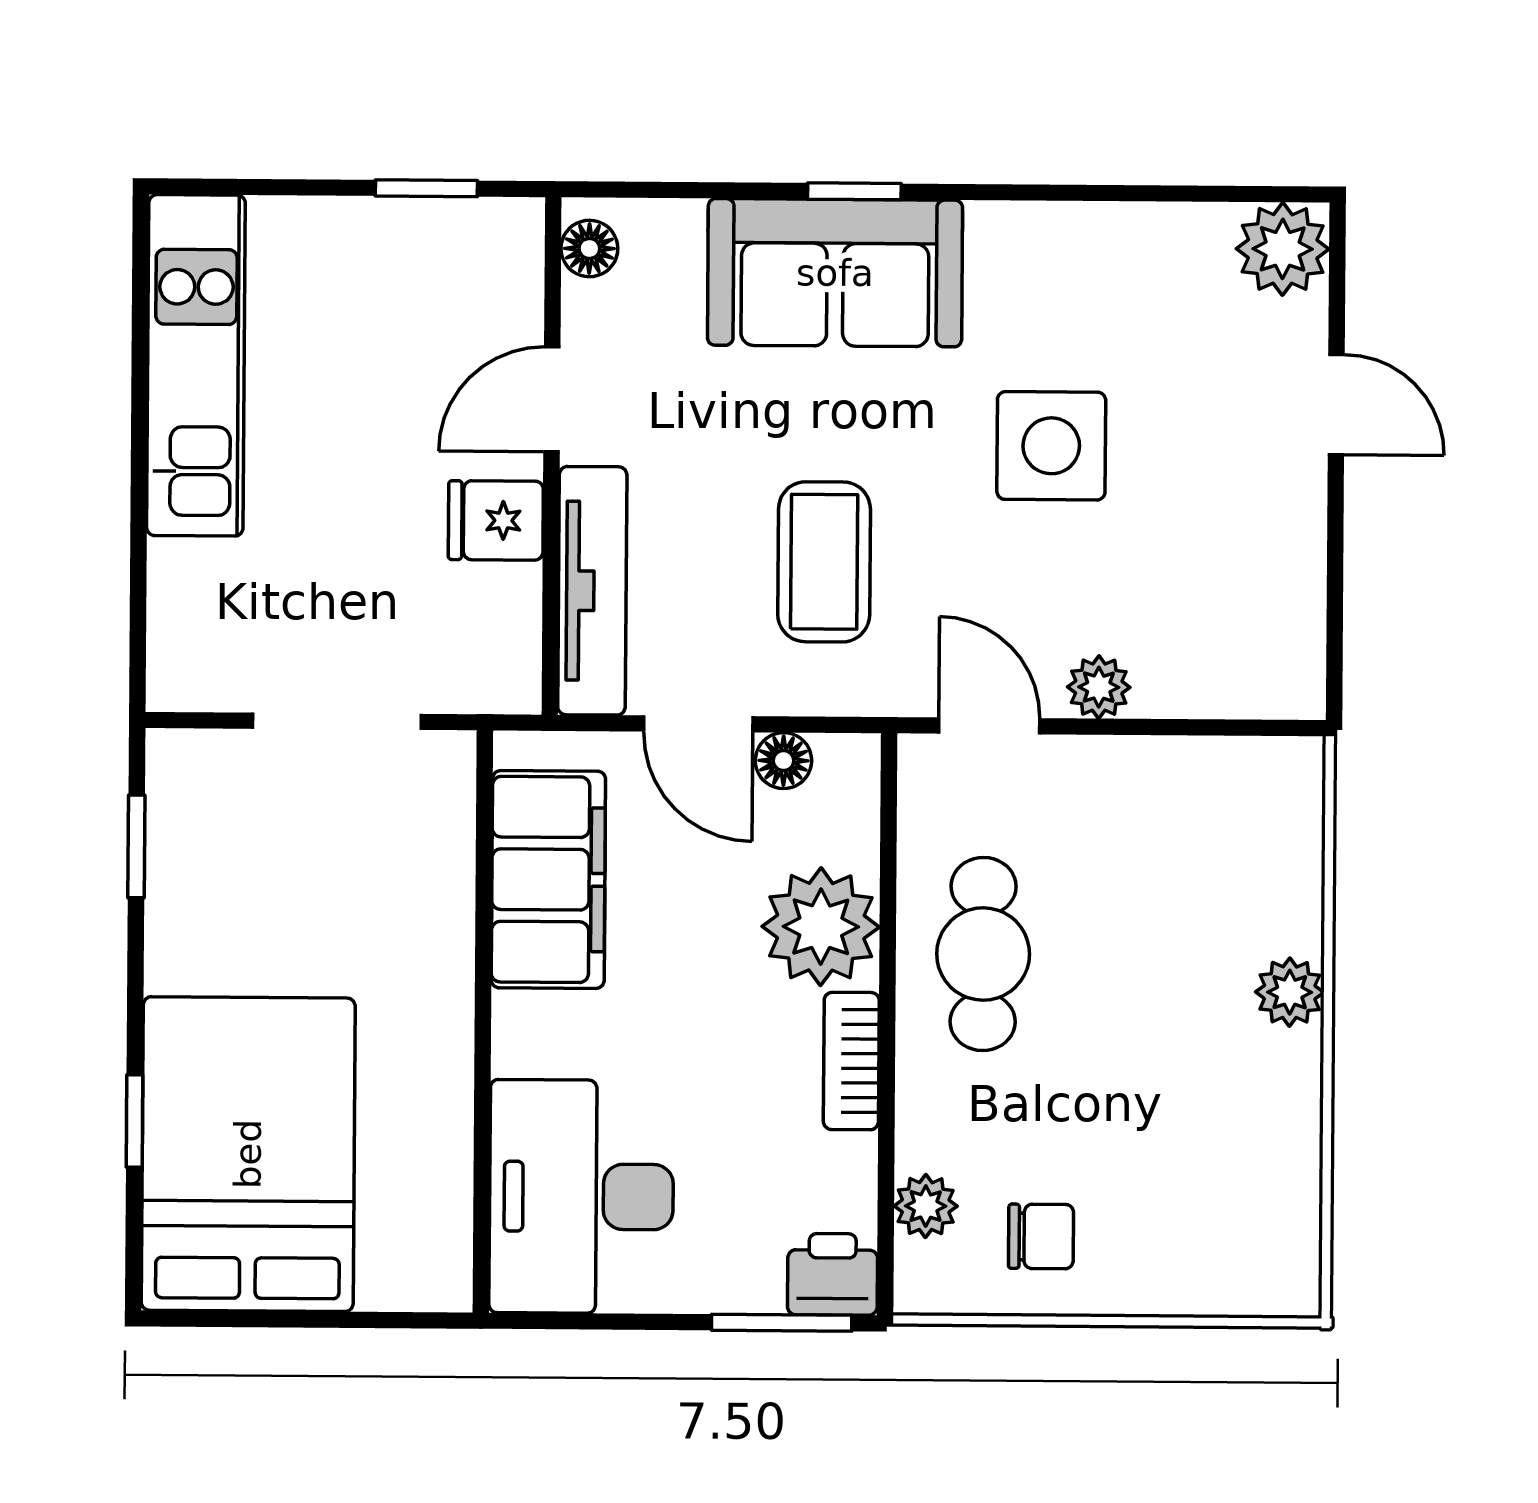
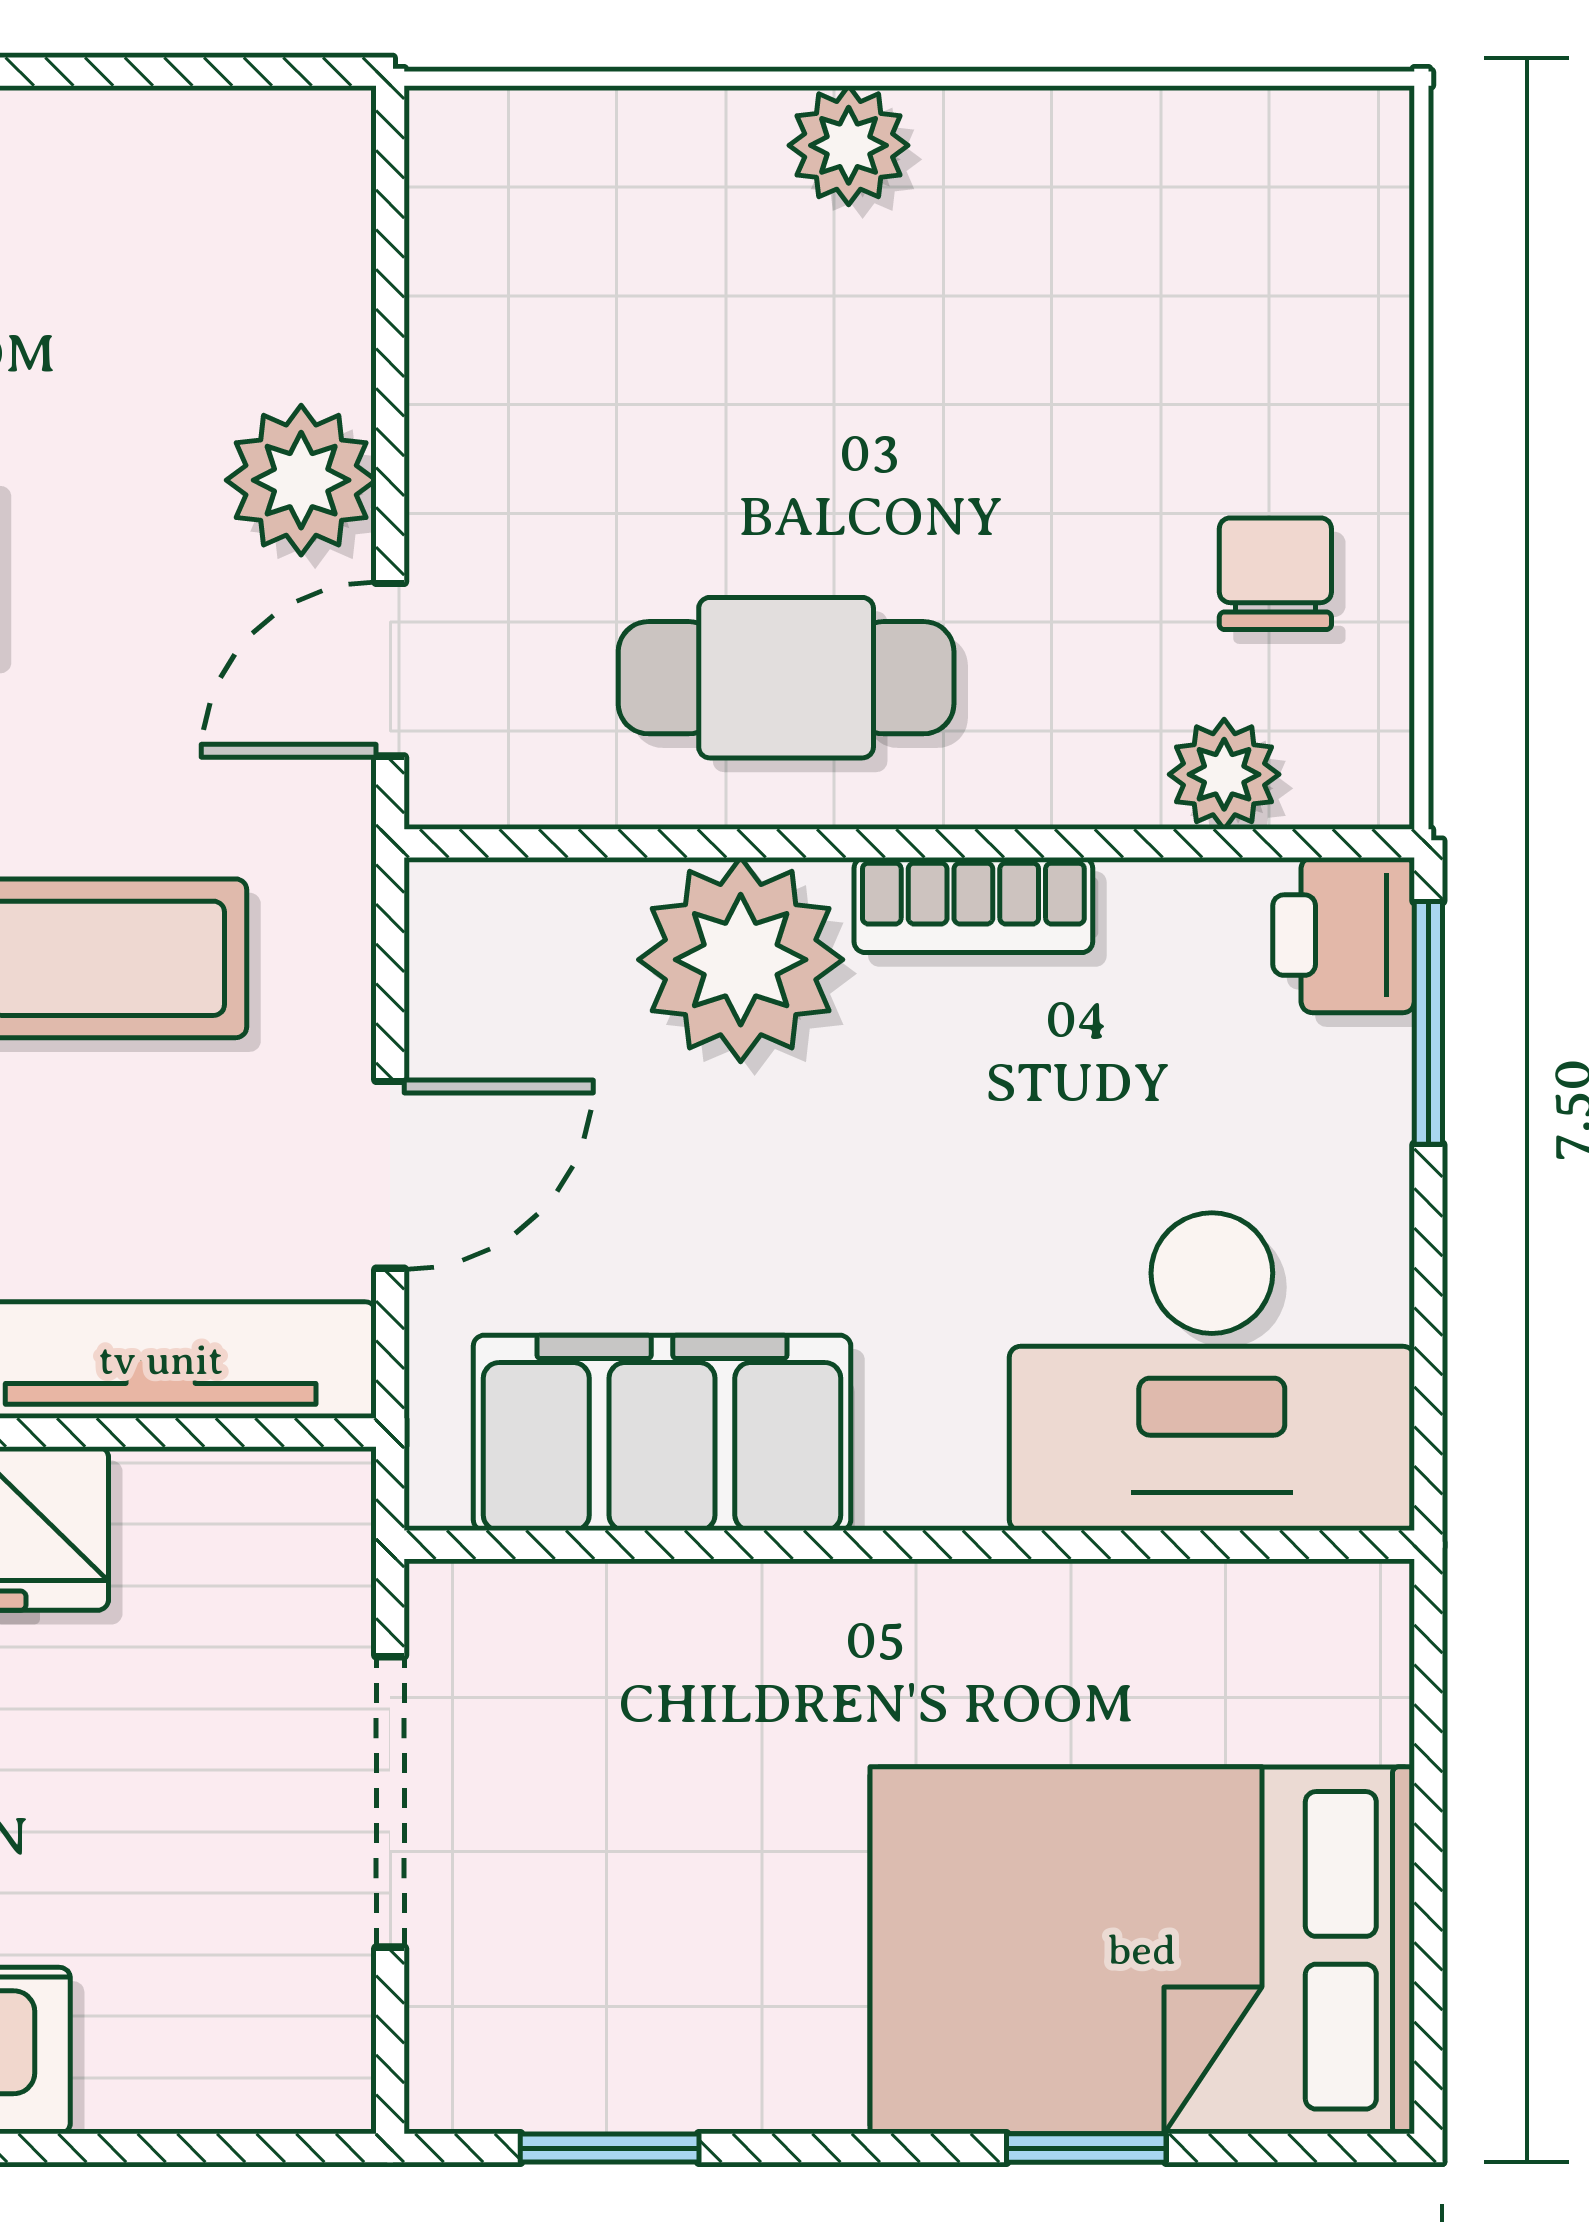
plant: (1099, 687) -> (301, 480), width x1.38, depth x1.38
floor lamp: (783, 761) -> (453, 1026), removed

